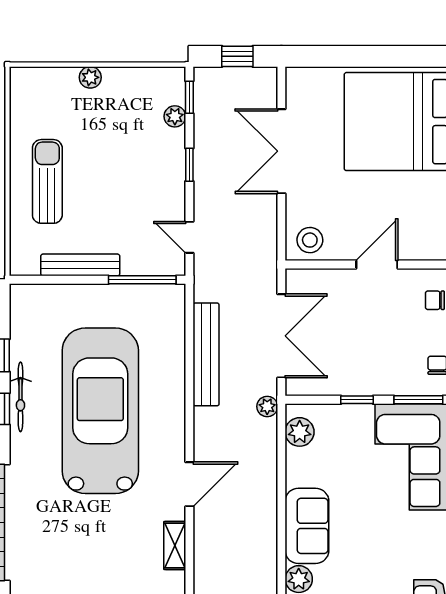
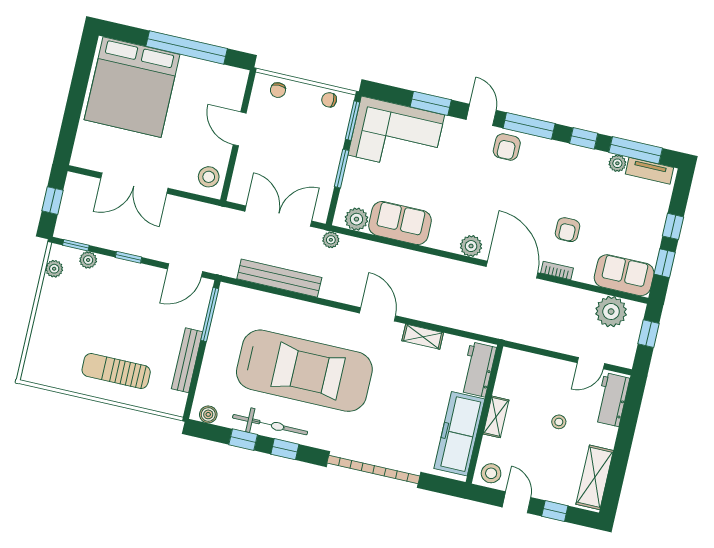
plant: (90, 77) -> (54, 269), moved
door: (189, 237) -> (185, 270), width x1.38
boiler: (20, 306) -> (208, 414), added
bicycle: (20, 397) -> (270, 425), width x1.37, depth x1.40
window: (357, 400) -> (342, 169), width x1.50
car: (100, 411) -> (304, 371), turned 180
sofa: (307, 526) -> (400, 223), moved

